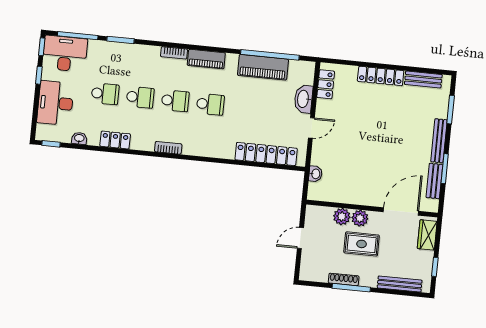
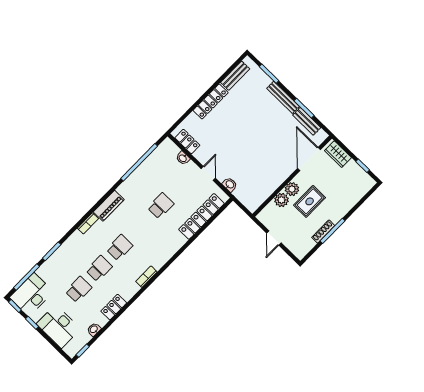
piano: (263, 67) -> (144, 173), removed
washbasin: (303, 99) -> (183, 158), width x0.52, depth x0.69
school desk: (210, 104) -> (161, 206), moved
washbasin: (315, 174) -> (230, 185), moved
bench: (400, 284) -> (355, 198), removed

